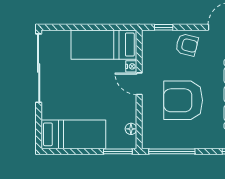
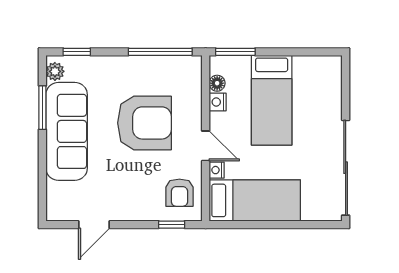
armchair: (187, 45) -> (179, 193), moved, turned -104
nightstand: (131, 115) -> (218, 102), added
bed: (73, 134) -> (272, 100), moved, turned -90

